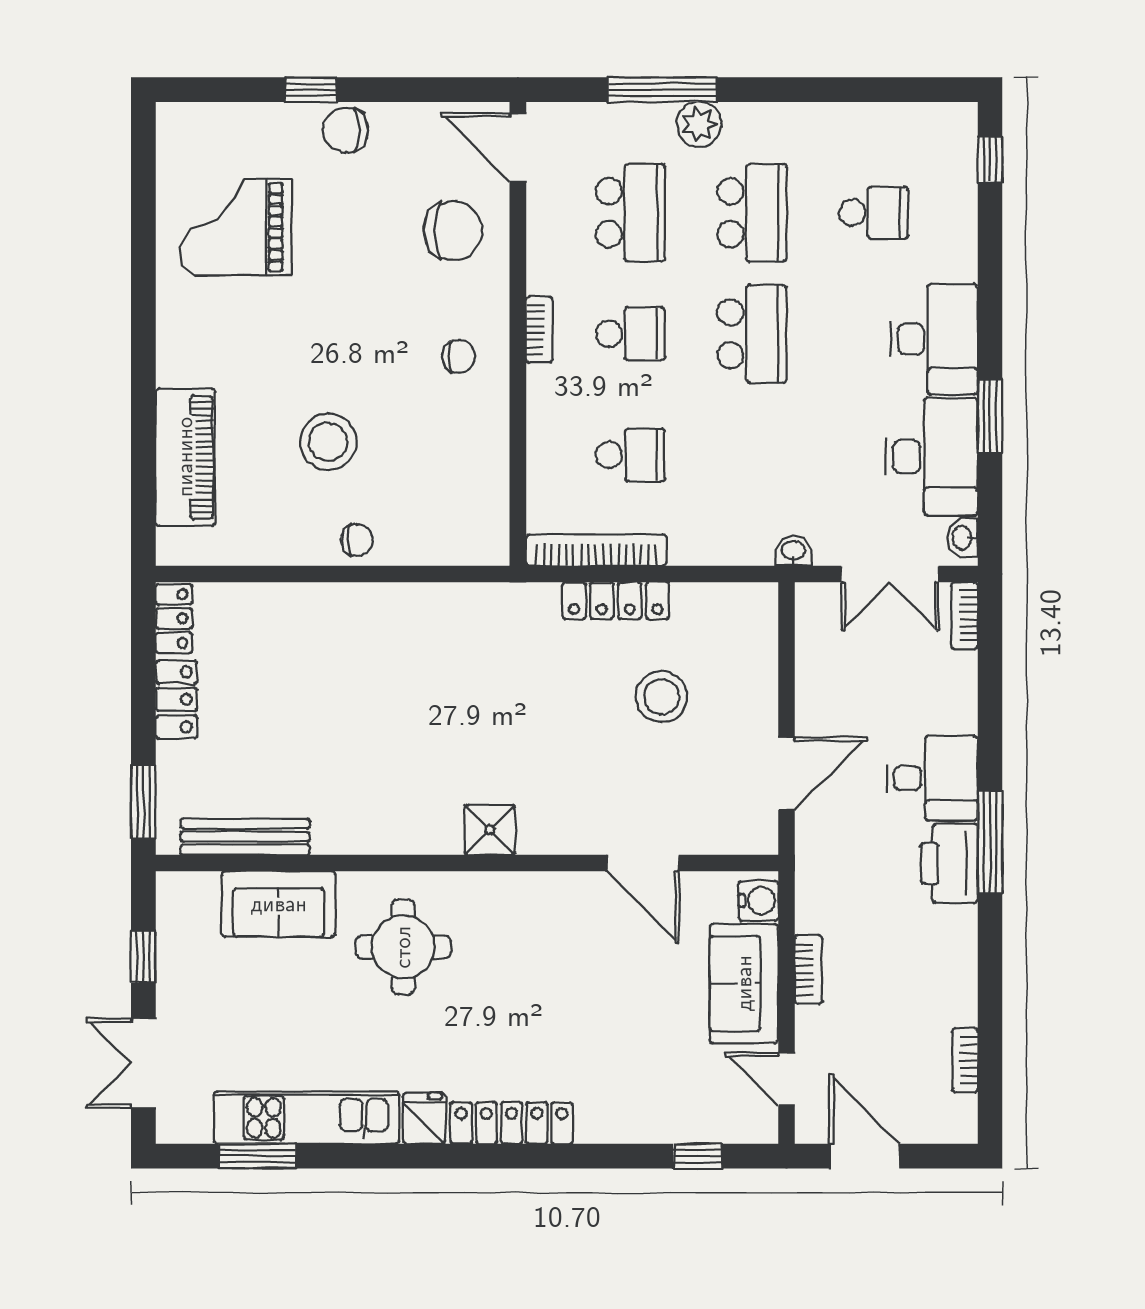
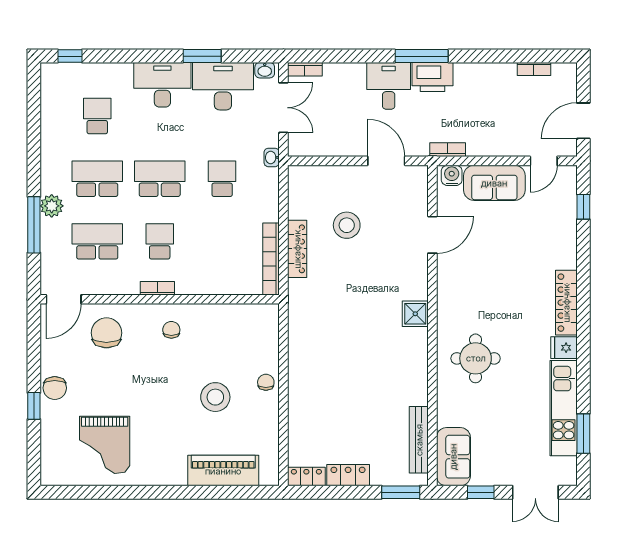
school desk: (630, 455) -> (222, 179), moved
sofa: (279, 904) -> (453, 457), moved
bookcase: (808, 969) -> (448, 150), moved

